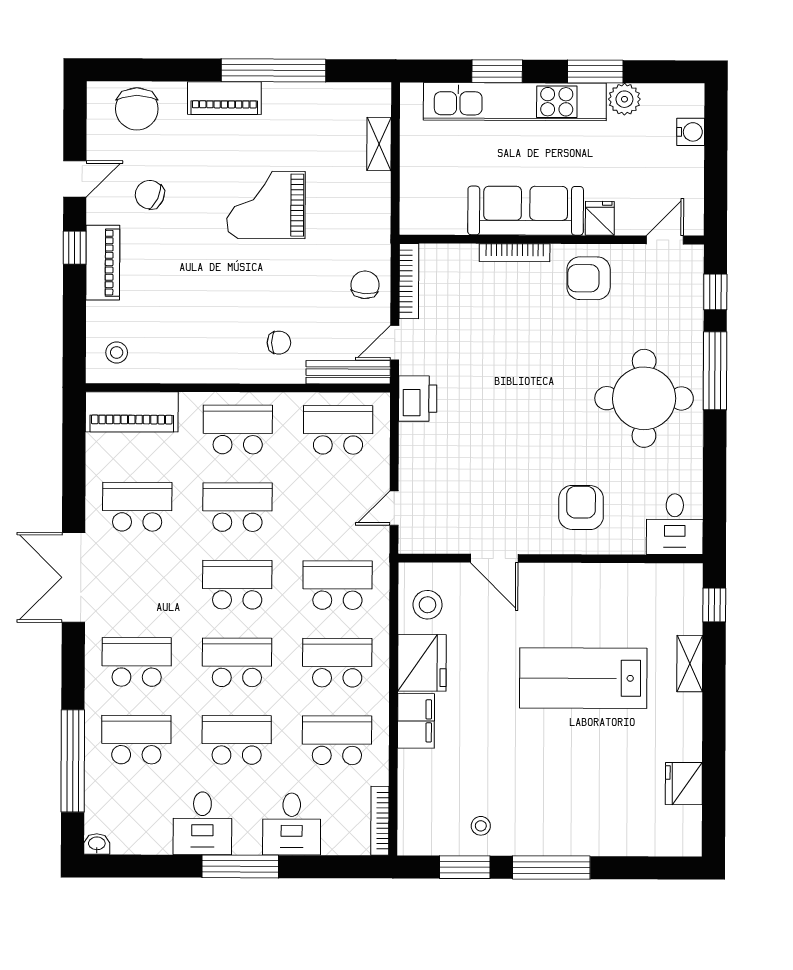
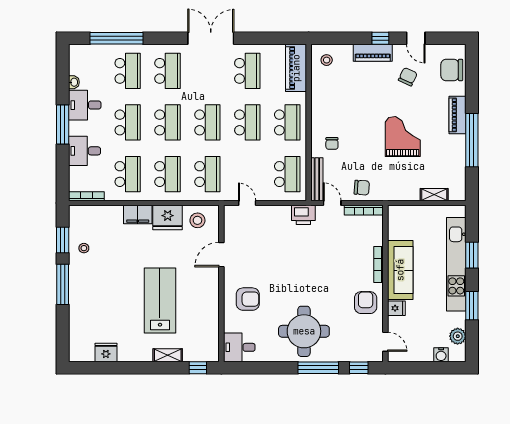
plant: (624, 99) -> (458, 336), moved
washbasin: (97, 844) -> (74, 82), moved

